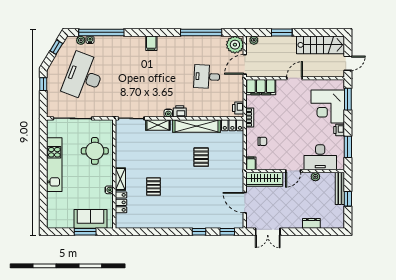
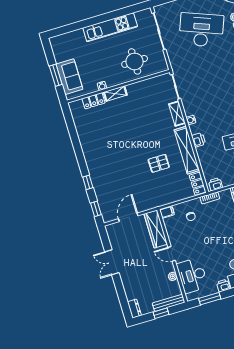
printer: (180, 111) -> (199, 140), moved
pallet: (154, 187) -> (118, 127), removed
dresser: (311, 223) -> (134, 309), moved
double door: (268, 232) -> (112, 262), moved

